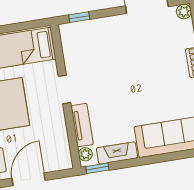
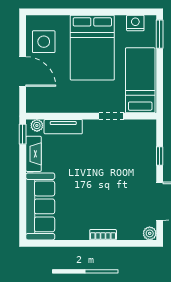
window: (79, 17) -> (160, 156), moved
doorway: (64, 89) -> (111, 116), moved

